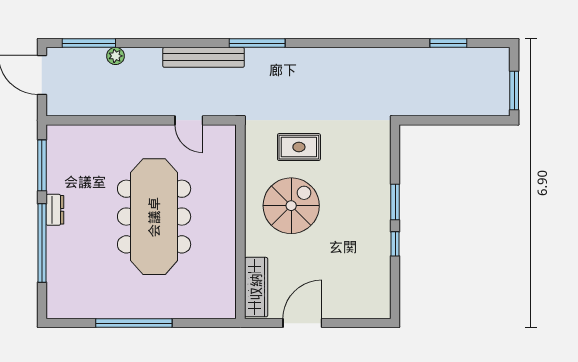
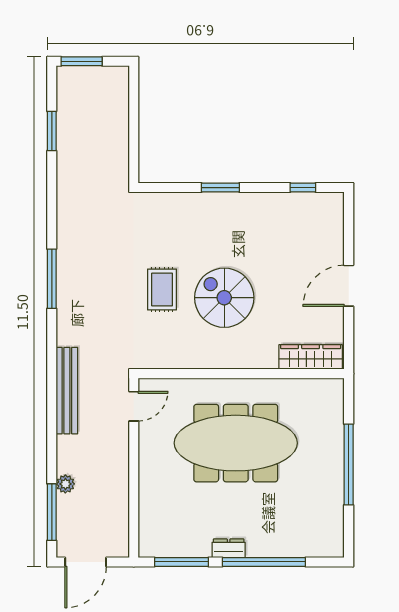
window: (257, 43) -> (52, 279), moved
window: (514, 90) -> (82, 61), moved
wall: (240, 222) -> (241, 374), moved
window: (395, 244) -> (303, 188), moved
wardrobe: (256, 287) -> (311, 357), moved
door: (302, 323) -> (349, 286), hinge flipped

